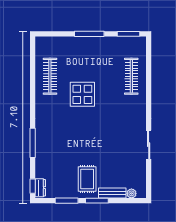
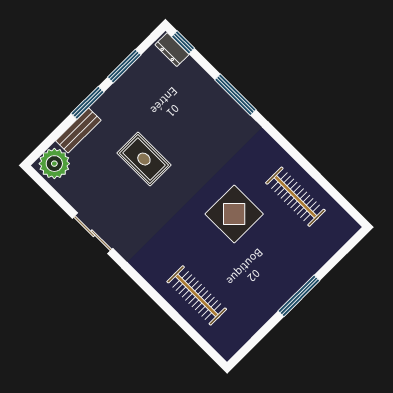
window: (129, 34) -> (251, 343), removed
rug: (87, 179) -> (144, 159), moved
plant: (131, 193) -> (54, 164), width x1.88, depth x1.88

